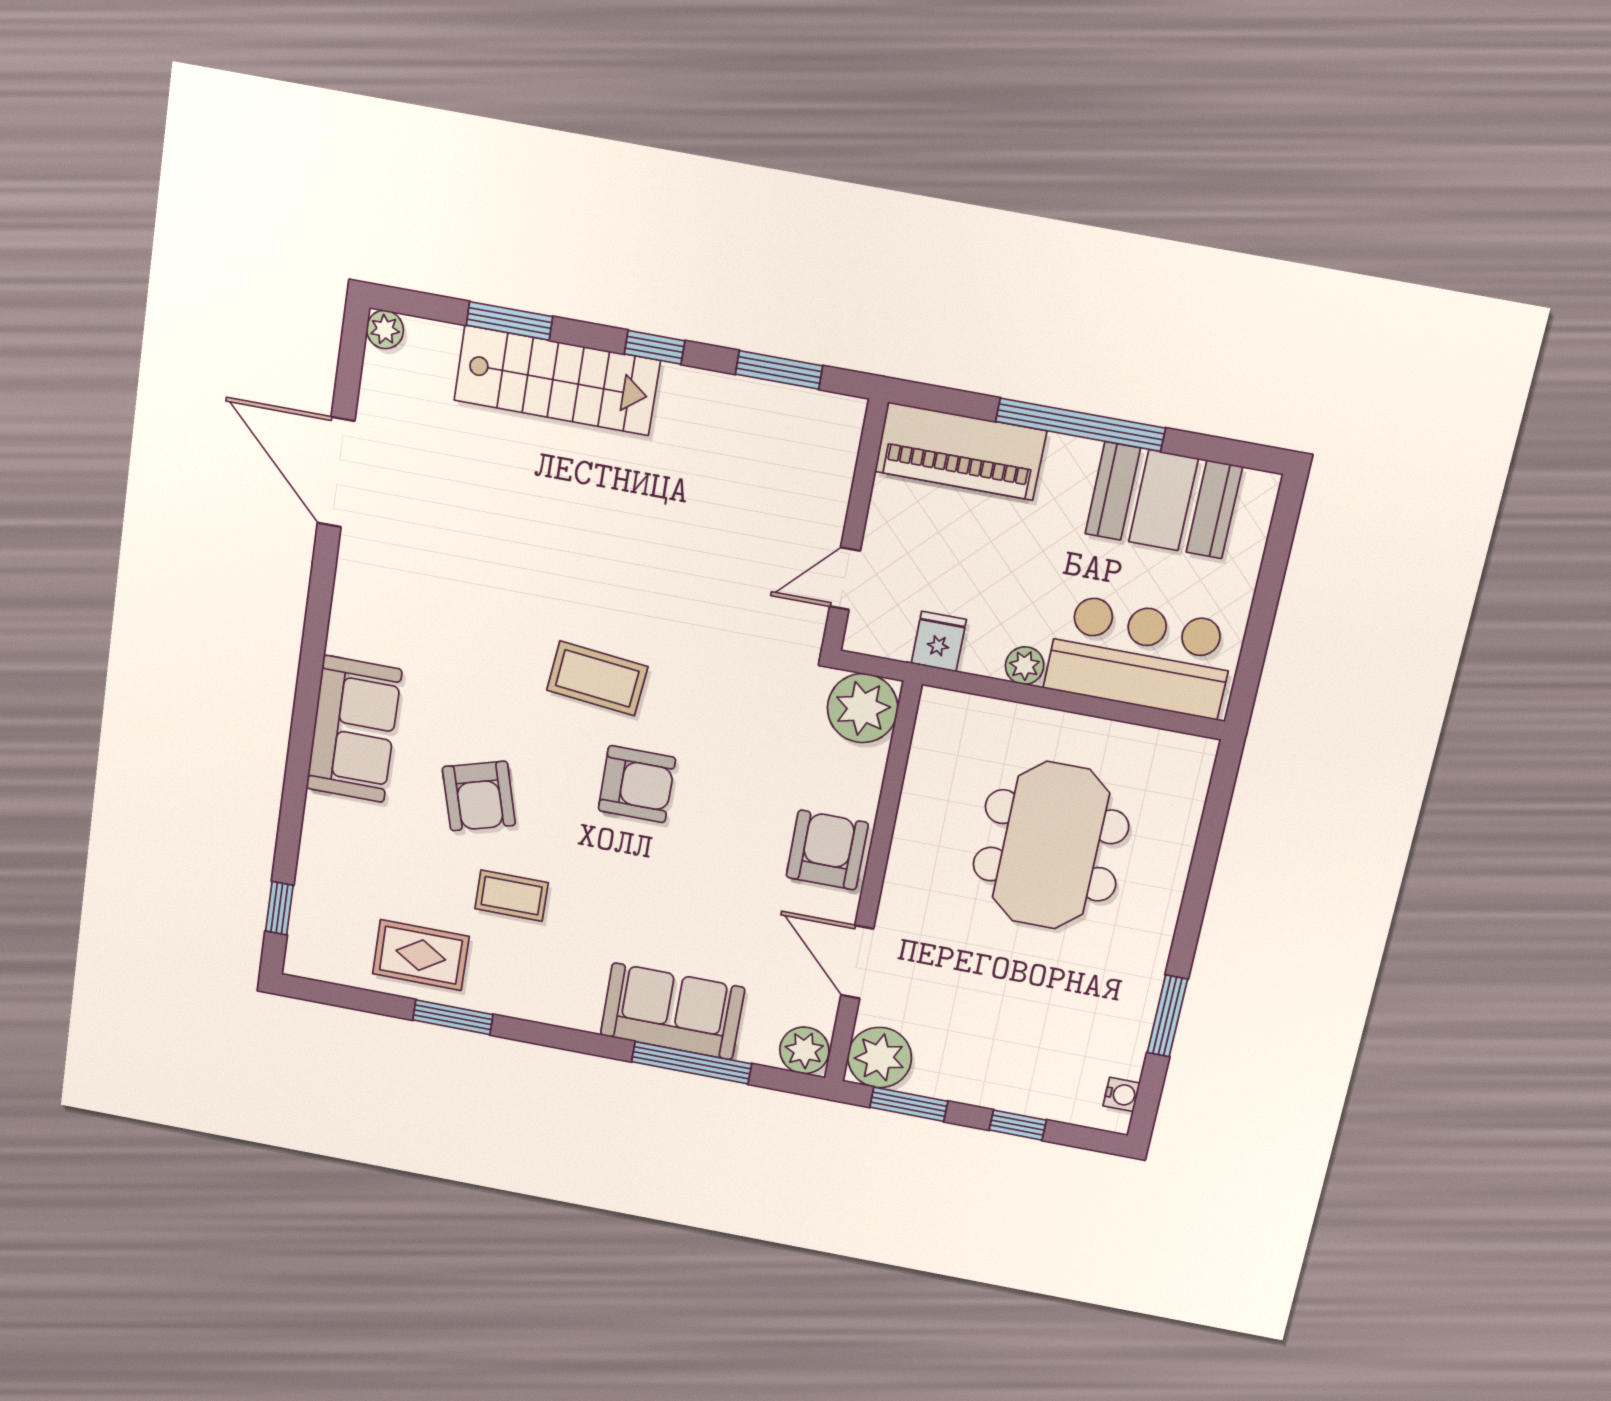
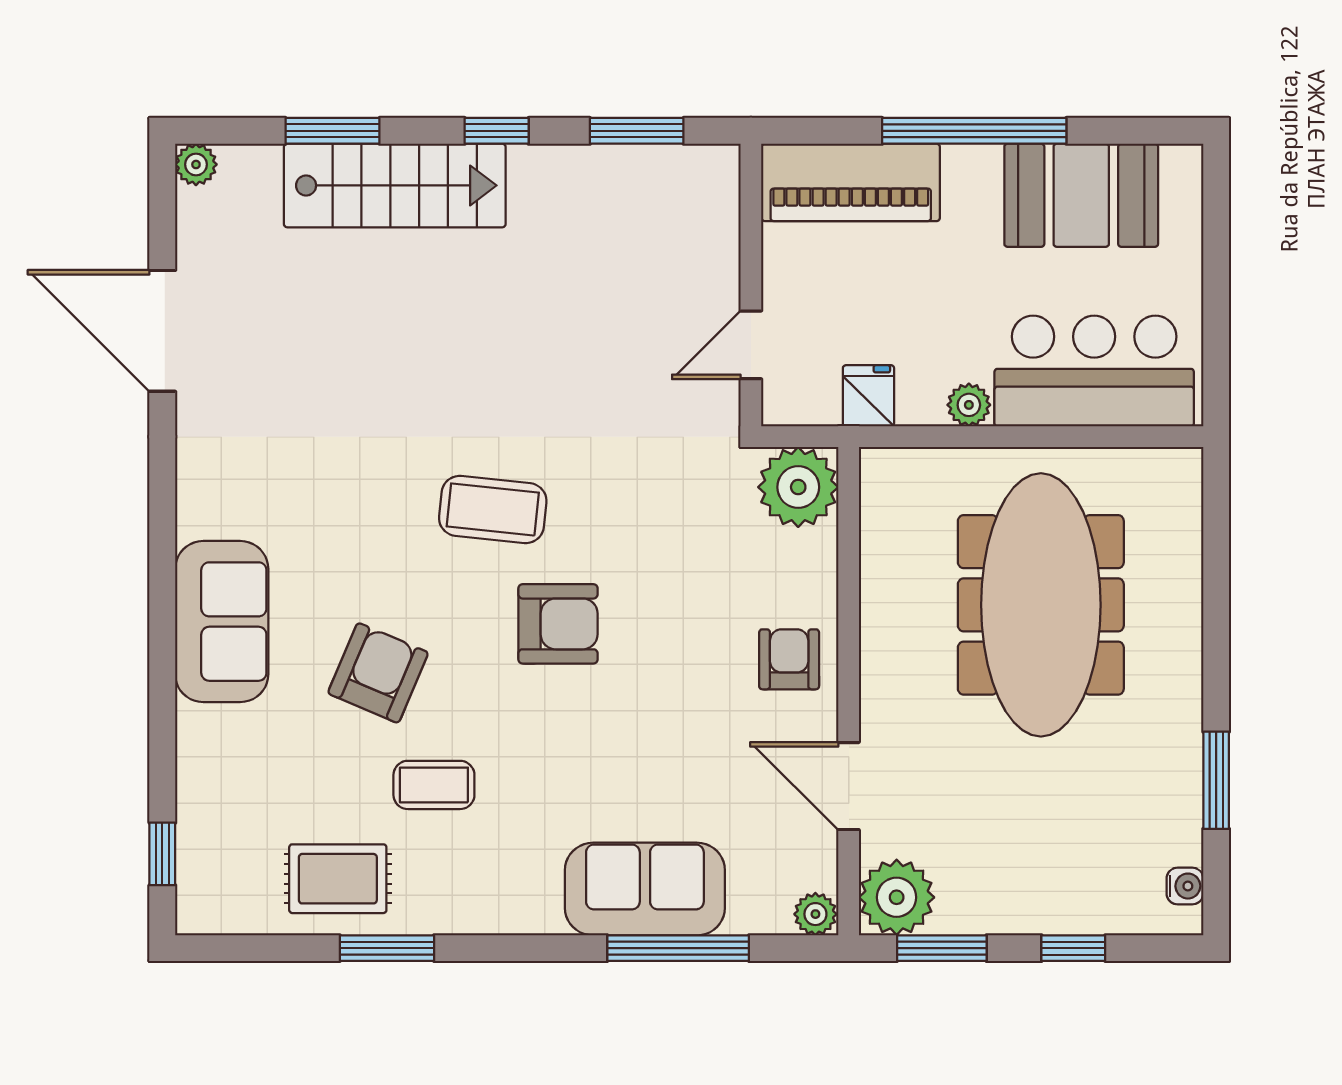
armchair: (479, 796) -> (378, 673), turned -141
meeting table: (1051, 846) -> (1041, 605), width x1.36
armchair: (827, 850) -> (789, 659), width x0.72, depth x0.72
plant: (804, 1050) -> (815, 914), width x0.73, depth x0.73

